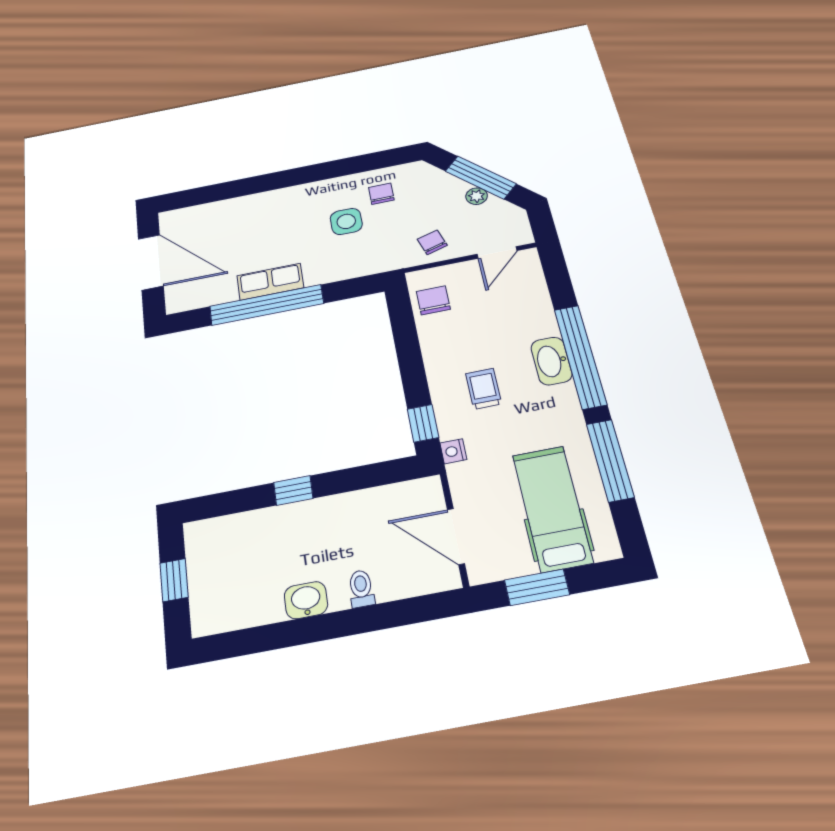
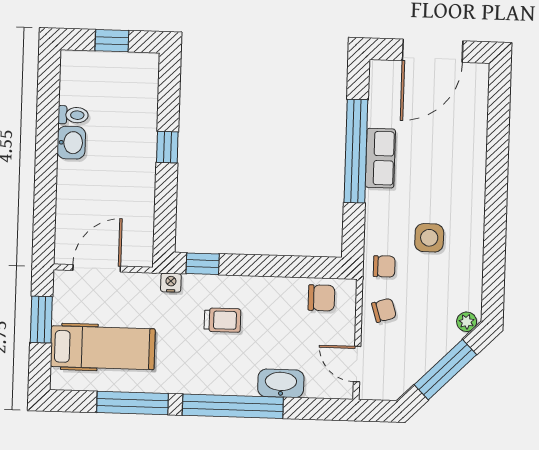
chair: (381, 194) -> (384, 266), moved
plant: (477, 196) -> (467, 322), moved
washbasin: (551, 361) -> (281, 383), moved
toilet: (361, 589) -> (73, 115), moved

